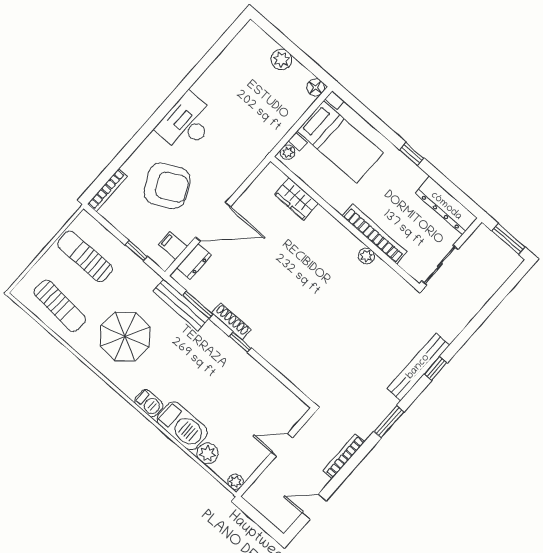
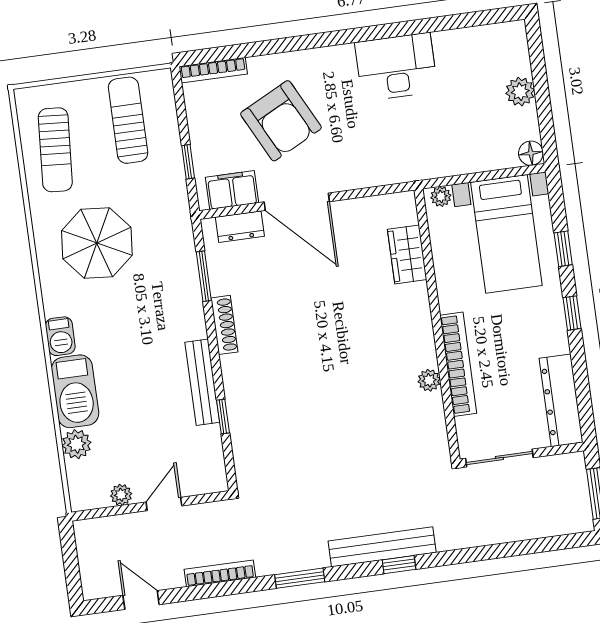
desk: (186, 123) -> (396, 67), moved
window: (377, 124) -> (563, 249), added
filing cabinet: (173, 246) -> (232, 190), width x2.00
bench: (181, 305) -> (202, 382), moved
window: (240, 342) -> (223, 417), moved
door: (282, 445) -> (164, 504), hinge flipped
plant: (235, 482) -> (121, 495), moved

